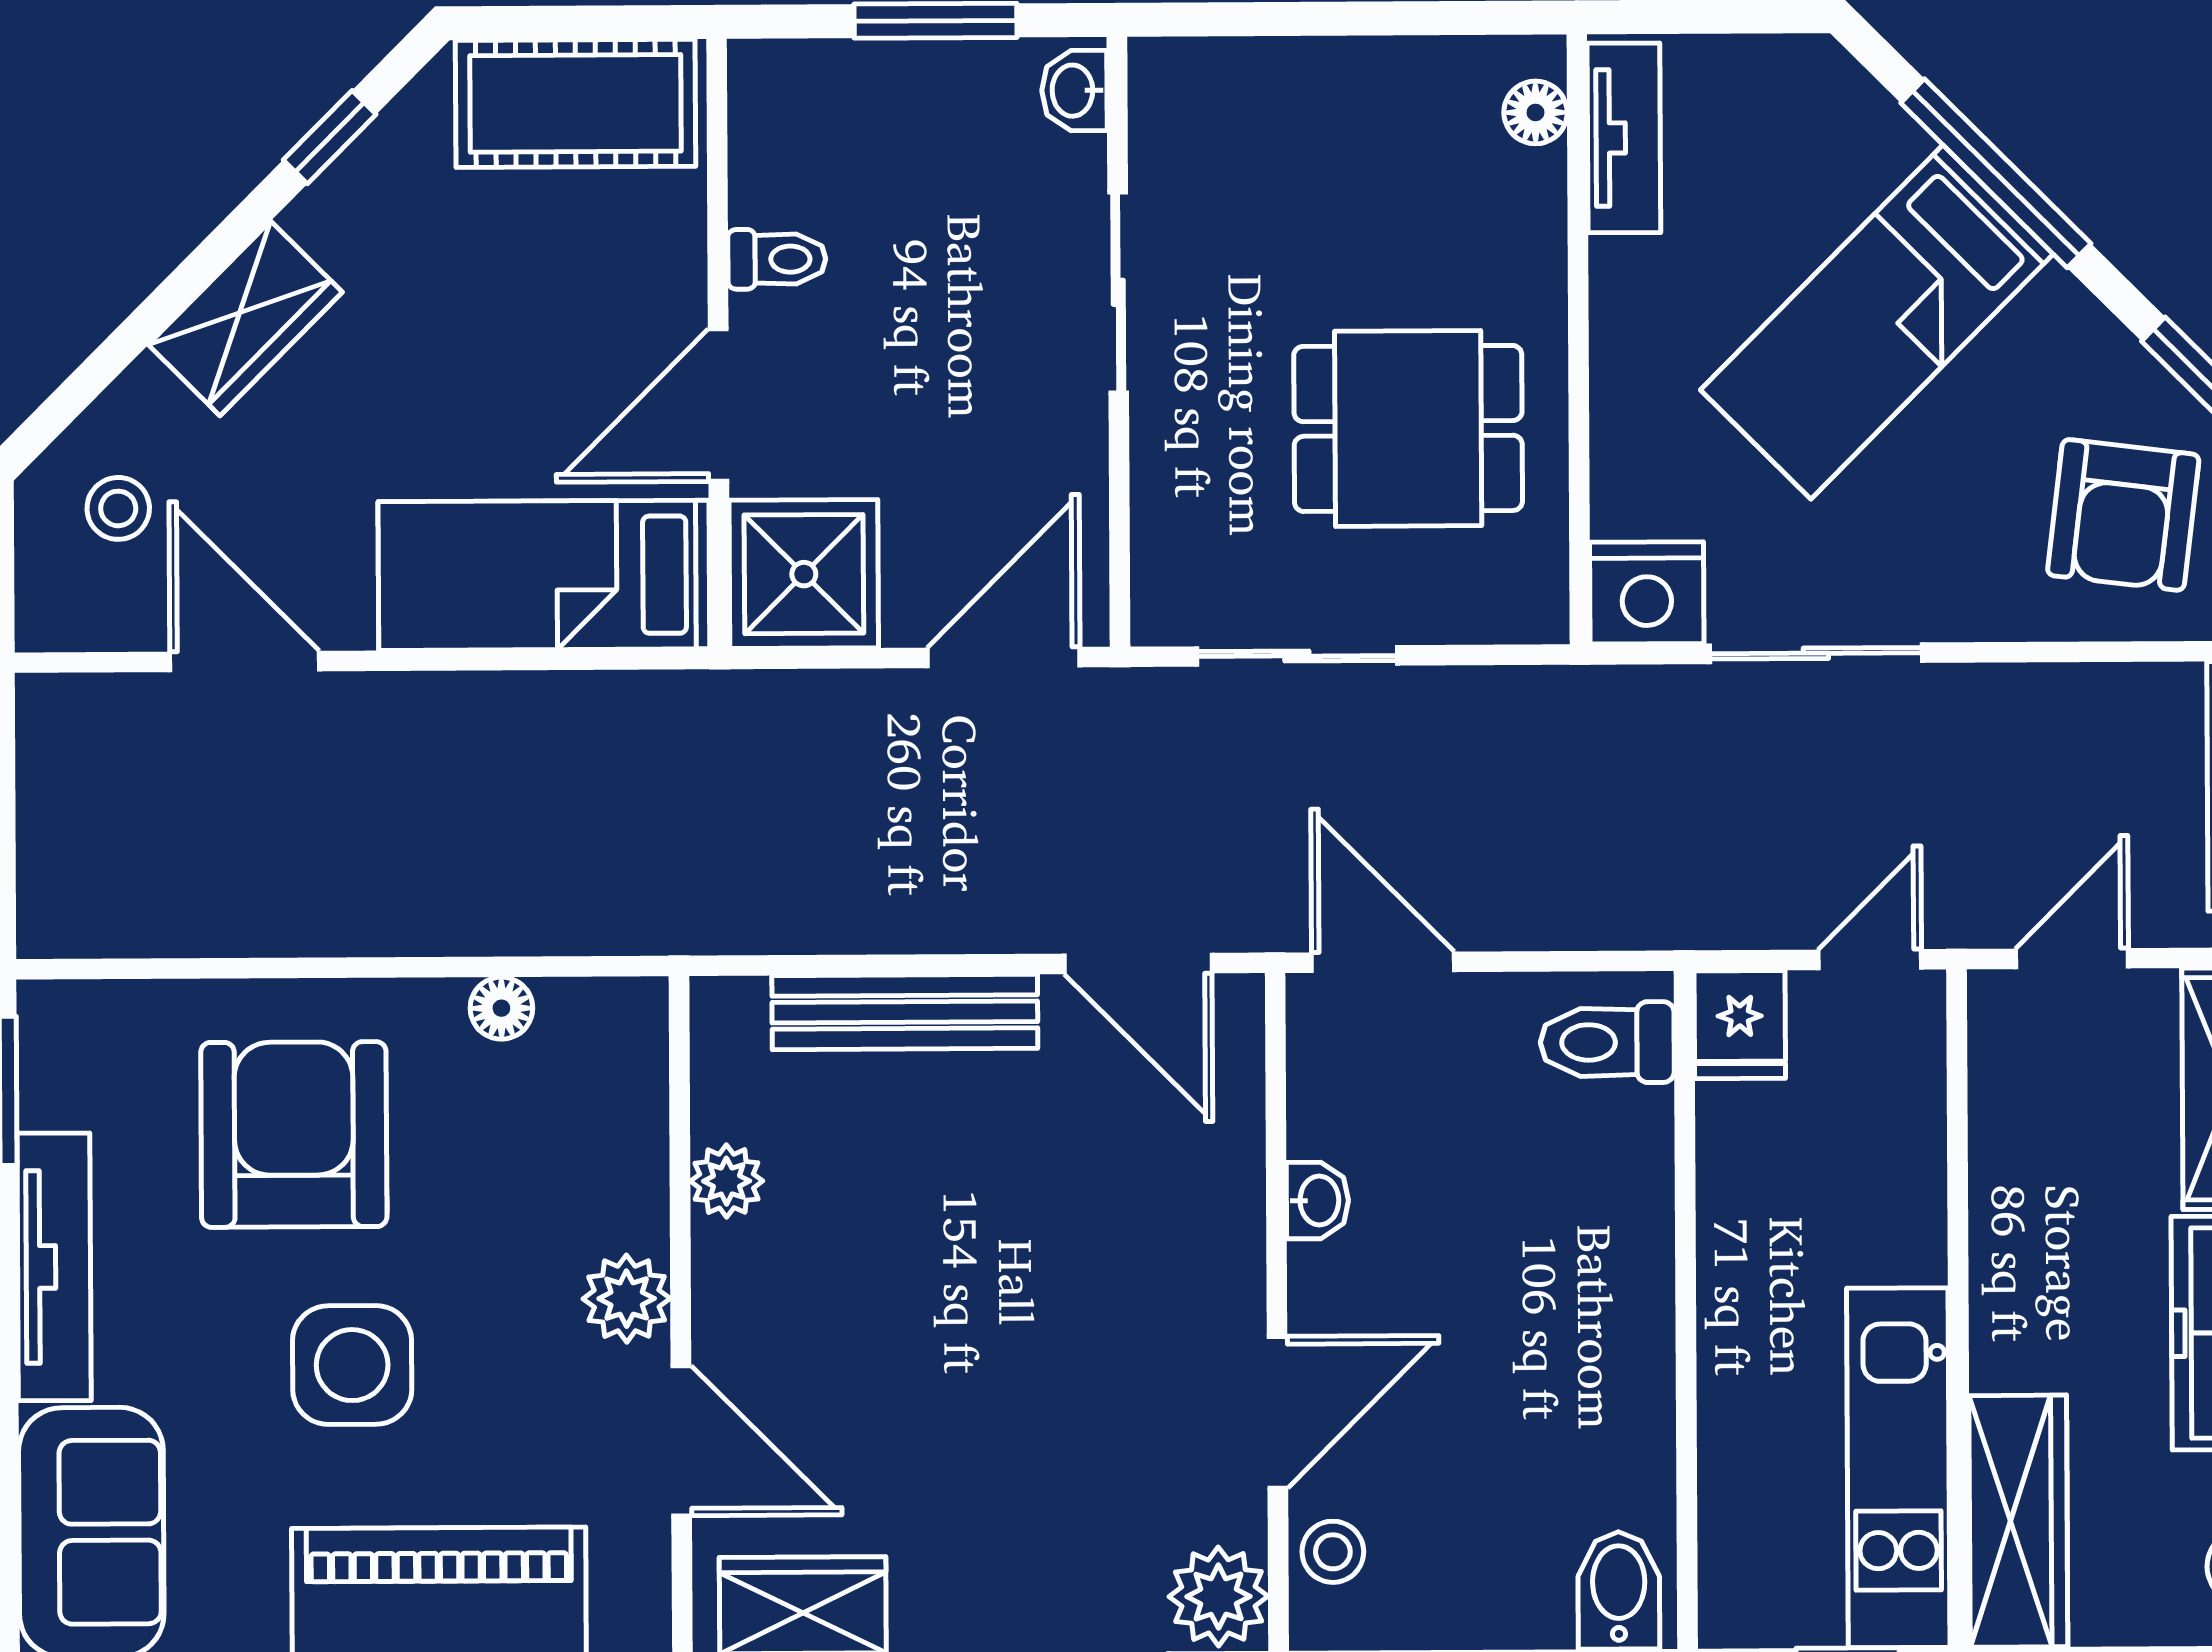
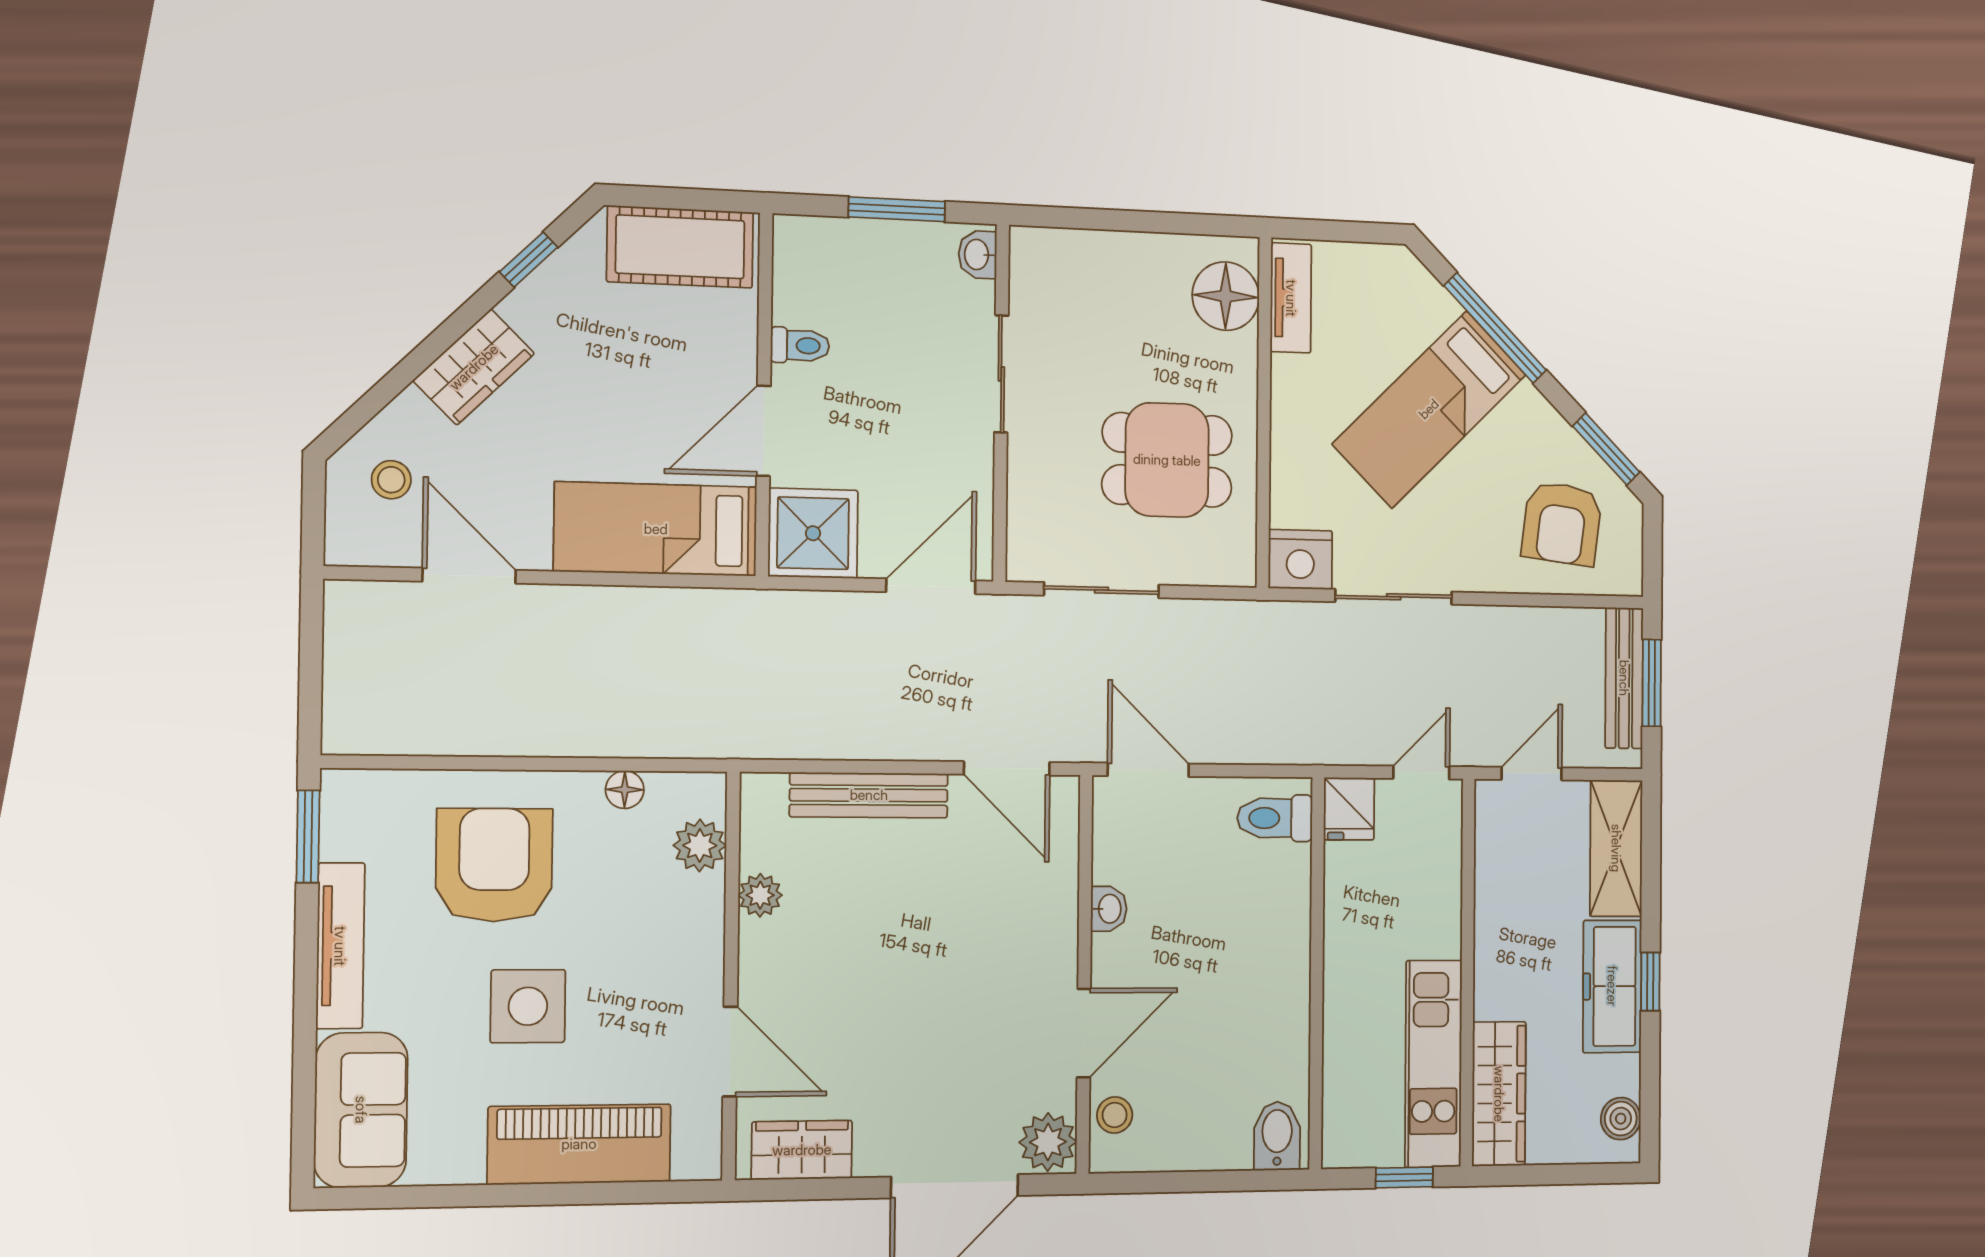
floor lamp: (1535, 112) -> (1226, 296), width x1.89, depth x1.89
plant: (627, 1299) -> (700, 845), moved

